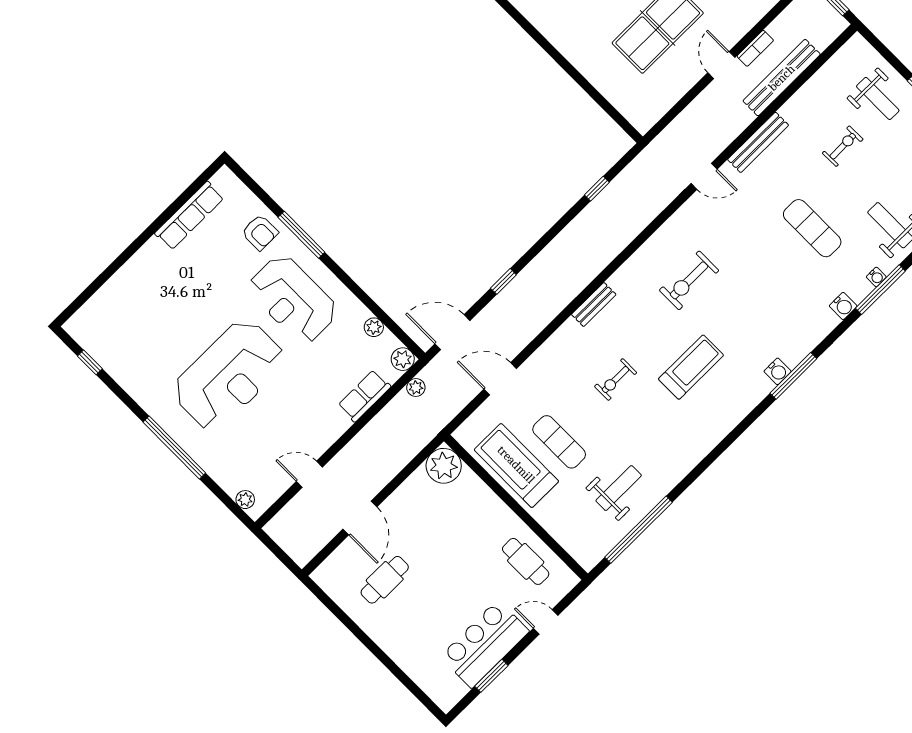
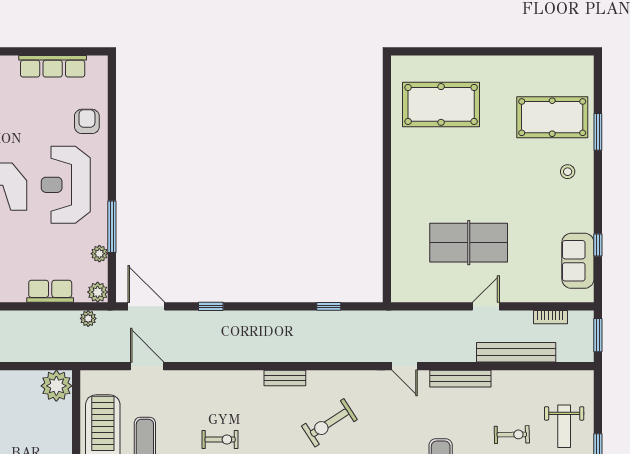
bookcase: (755, 48) -> (550, 317), moved
armchair: (260, 232) -> (87, 121), turned 180
window: (301, 235) -> (112, 227), moved
exercise bike: (689, 280) -> (329, 423), turned -33
bench: (594, 305) -> (285, 378), moved
exercise bike: (616, 380) -> (220, 439), turned 180

